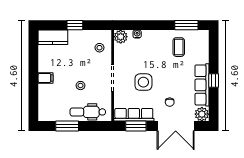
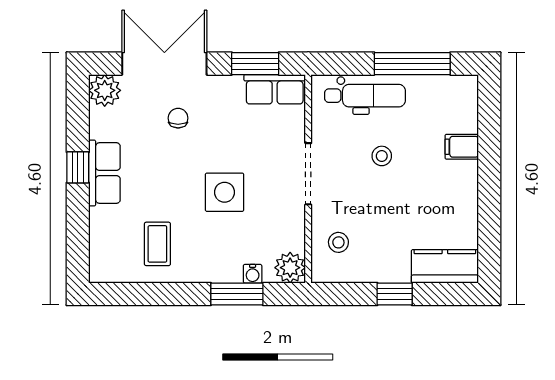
window: (186, 25) -> (237, 294), moved
filing cabinet: (46, 78) -> (462, 147), moved
side table: (143, 82) -> (225, 192), moved
row of seats: (202, 85) -> (104, 173), width x0.68
row of seats: (134, 115) -> (275, 89), width x0.68
window: (67, 126) -> (412, 64), width x1.44

